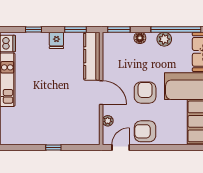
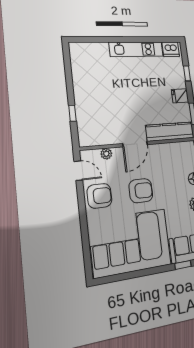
armchair: (145, 131) -> (99, 196), turned 90
window: (53, 148) -> (72, 113), moved

